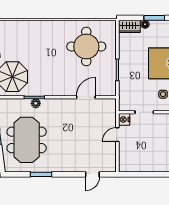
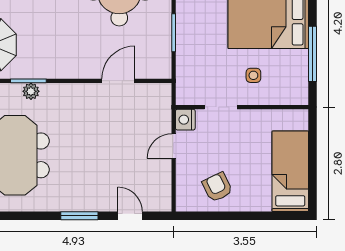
armchair: (142, 158) -> (217, 187), added
window: (41, 174) -> (79, 216), moved
door: (92, 174) -> (130, 216), swing flipped

